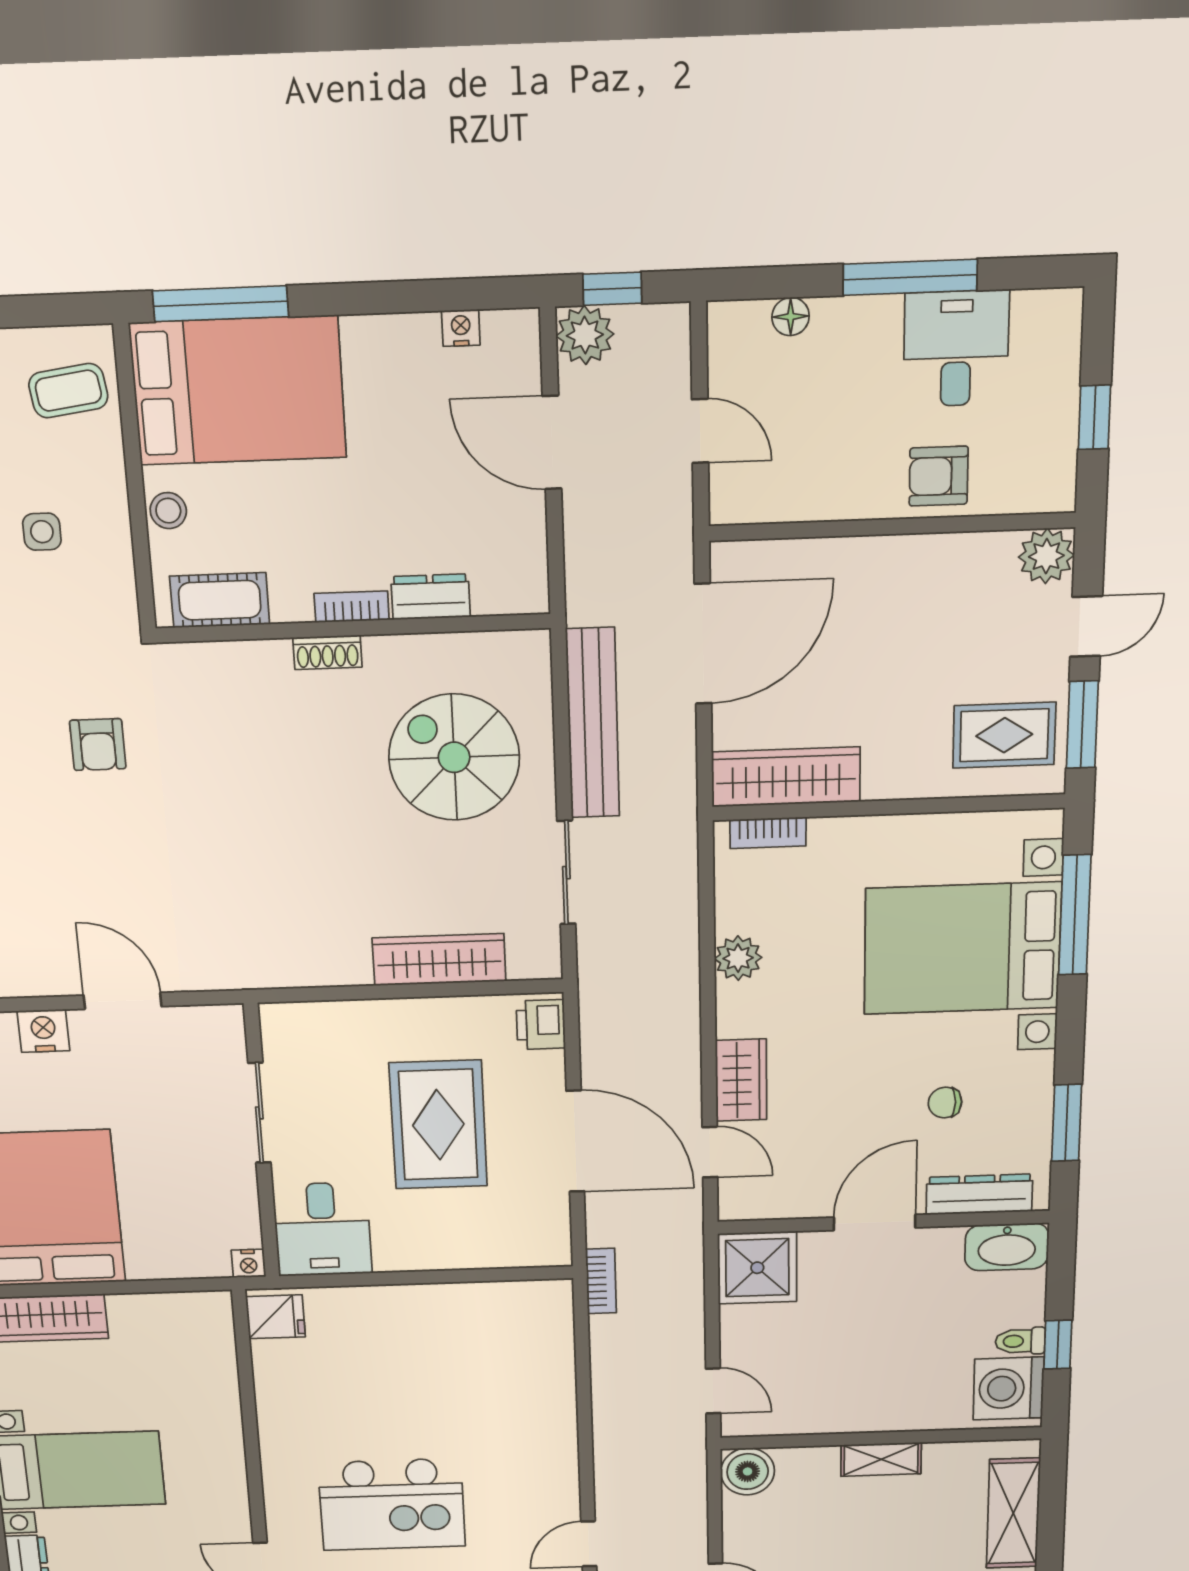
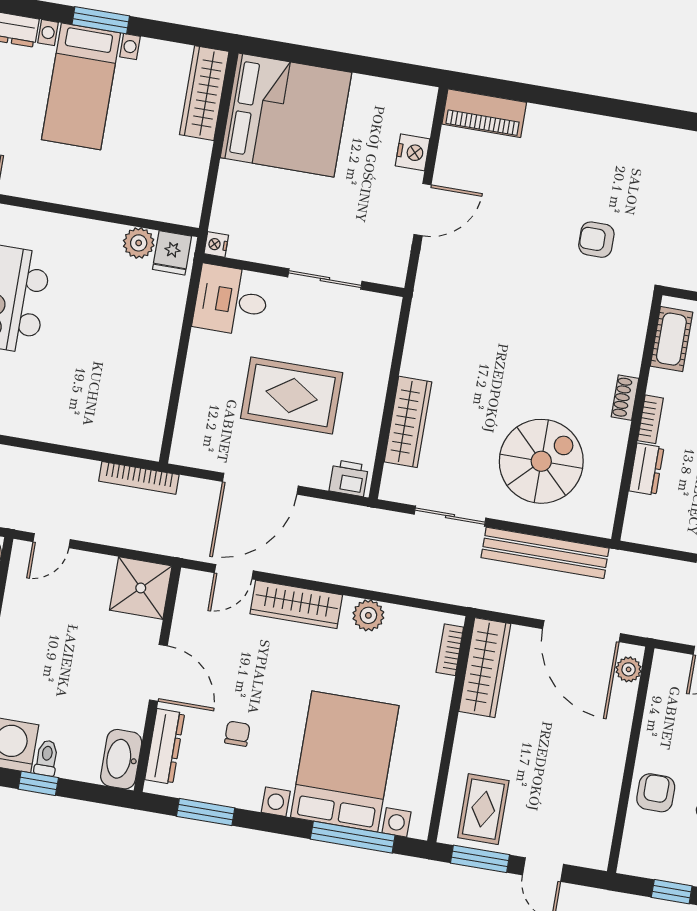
plant: (1046, 556) -> (629, 669), moved, width x0.73, depth x0.73
wardrobe: (741, 1080) -> (296, 604), width x1.50
bookcase: (601, 1281) -> (139, 478), width x1.56
plant: (273, 1361) -> (139, 243), added

